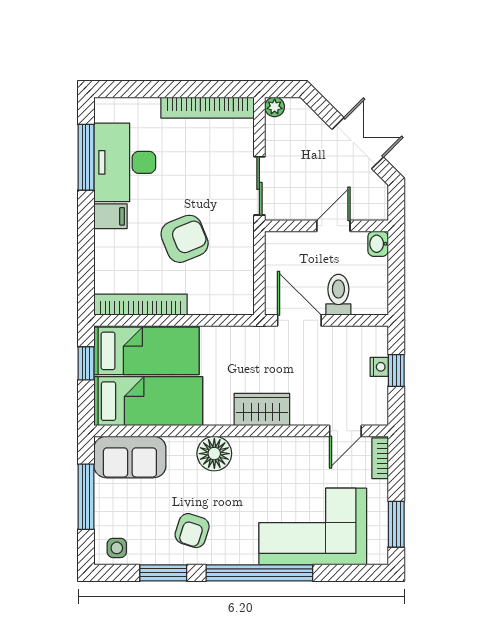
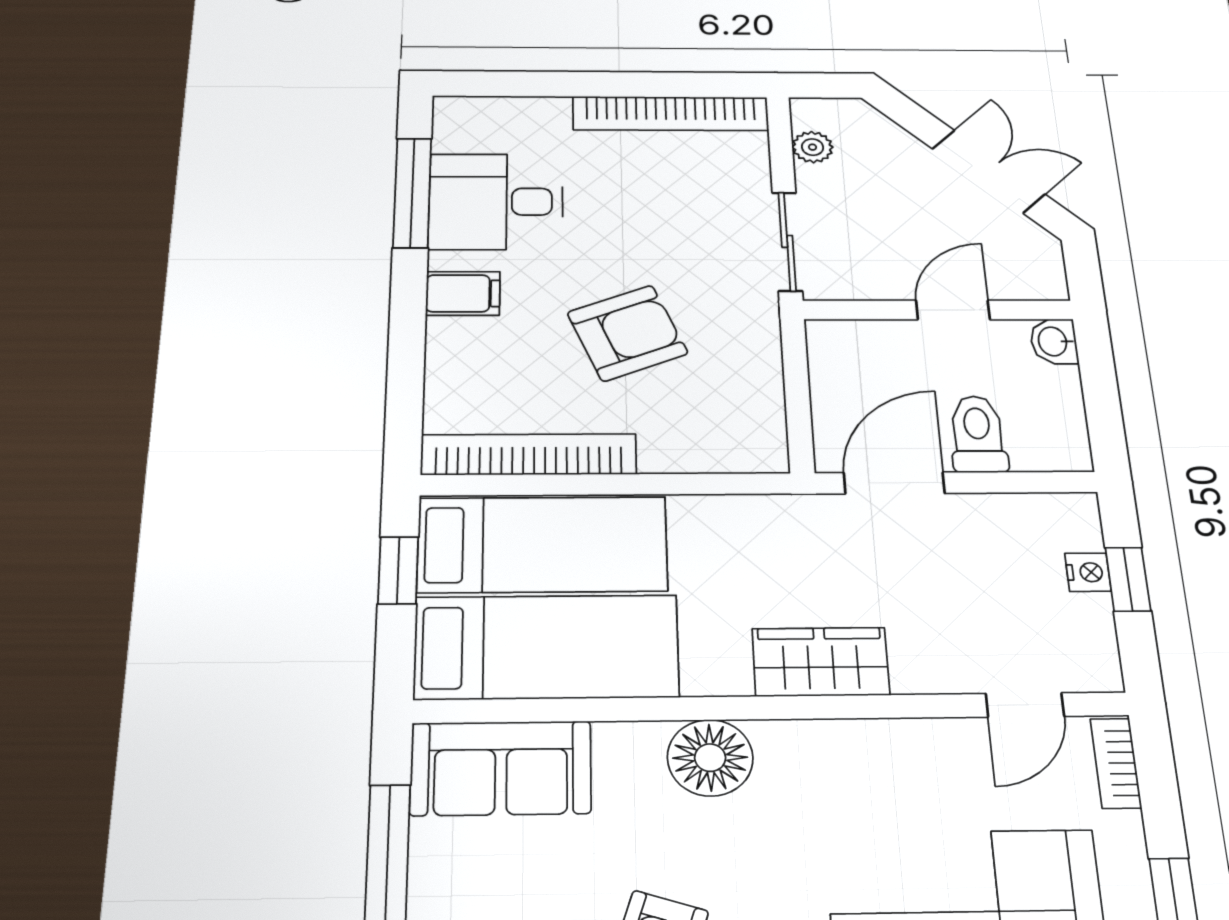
plant: (275, 107) -> (813, 147), moved
desk: (125, 162) -> (496, 202), width x0.73
door: (299, 320) -> (894, 483), hinge flipped

